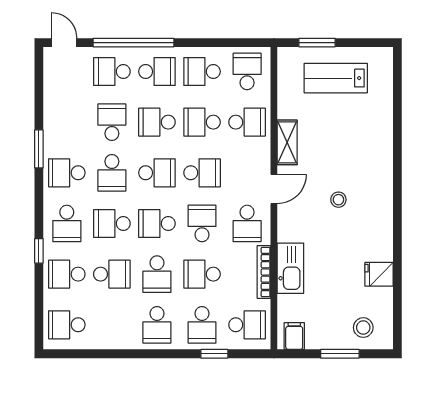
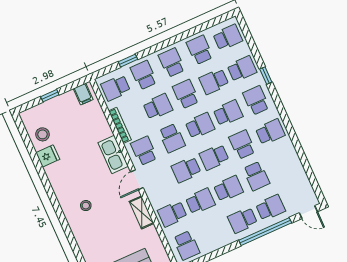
school desk: (202, 71) -> (200, 50), moved, turned -90
window: (39, 149) -> (294, 139), removed
stool: (338, 200) -> (86, 206), moved
kitchen sink: (290, 268) -> (113, 154), moved
stool: (363, 328) -> (42, 134), moved
window: (340, 354) -> (50, 96), width x0.67

